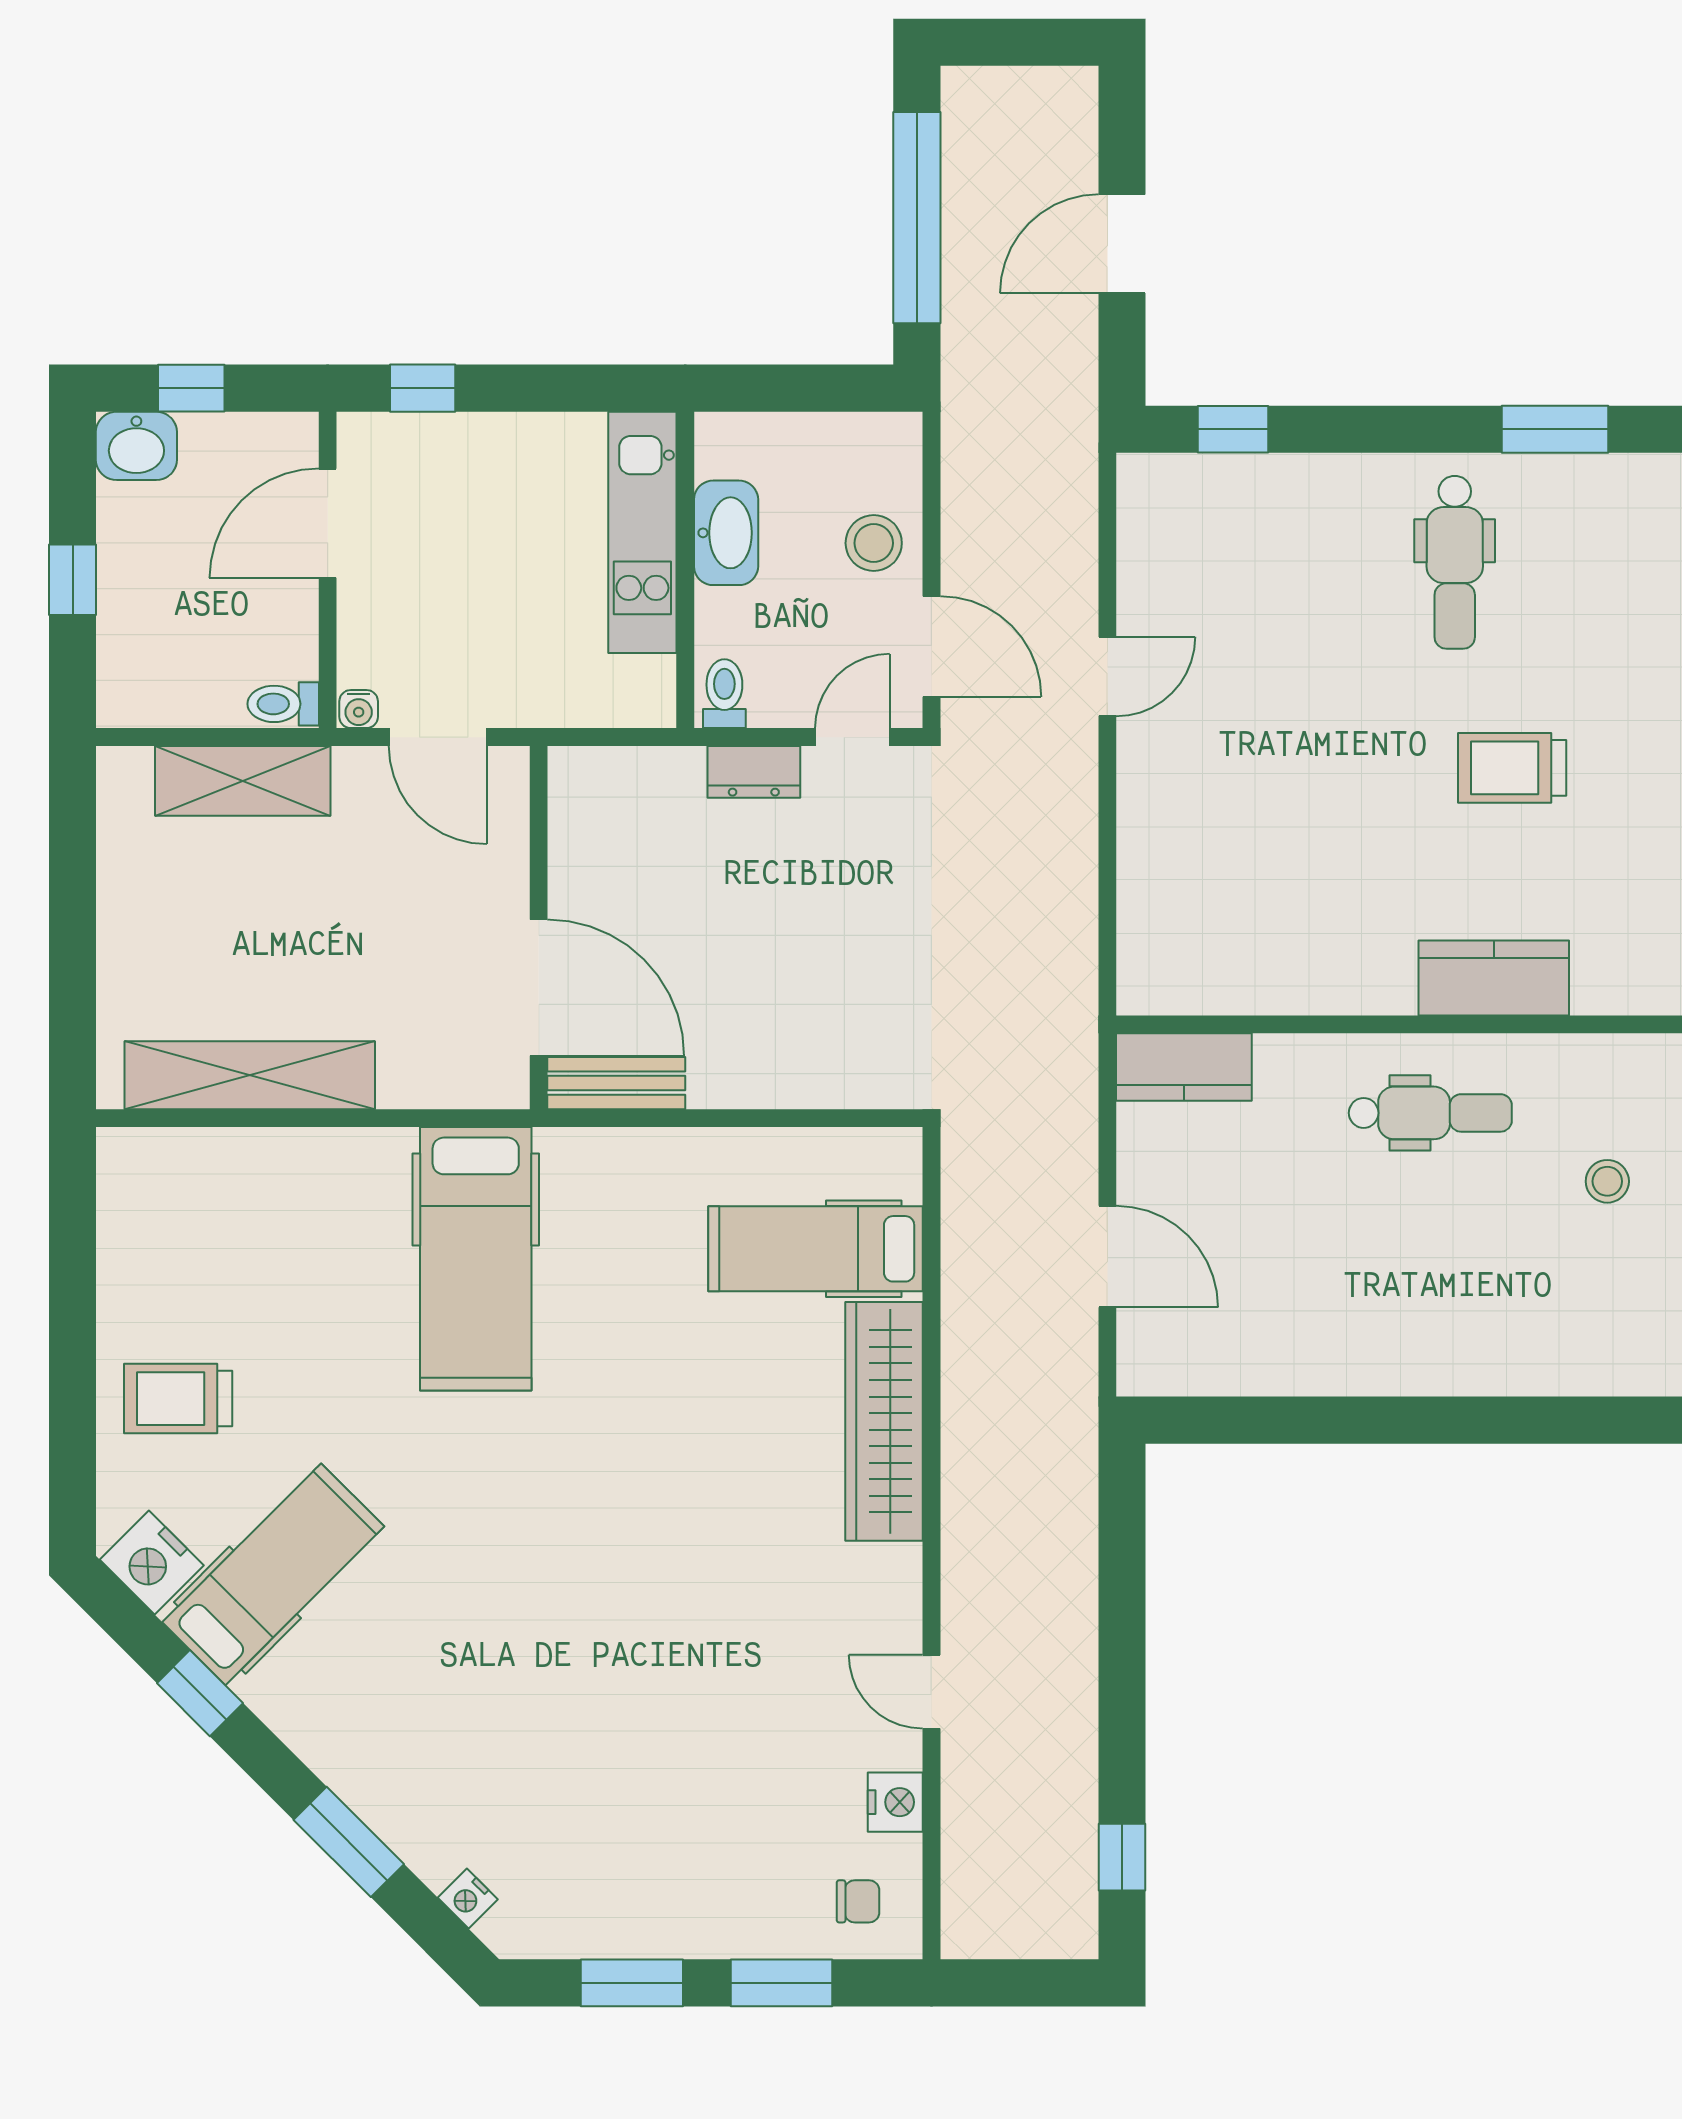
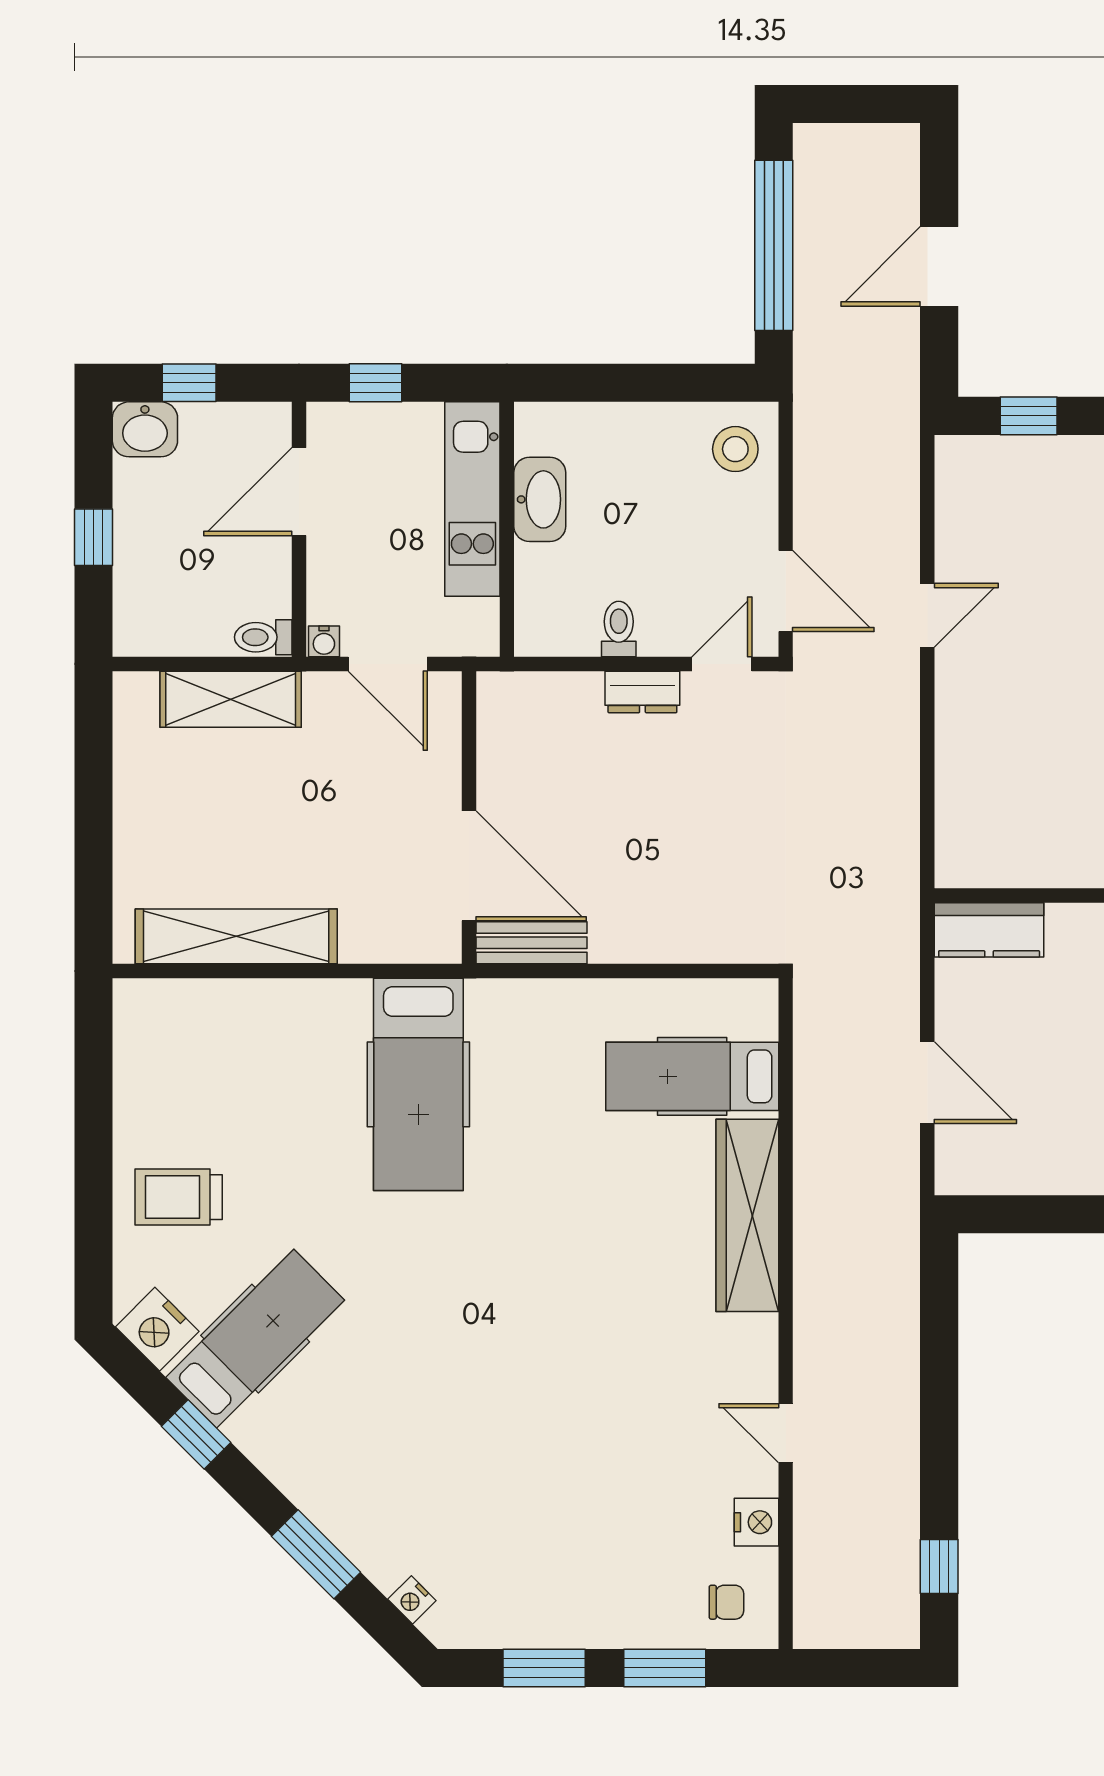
kitchen unit: (642, 532) -> (472, 499), moved
washbasin: (726, 533) -> (540, 499), moved
stool: (874, 543) -> (735, 449), moved
wall: (685, 570) -> (507, 529), moved

